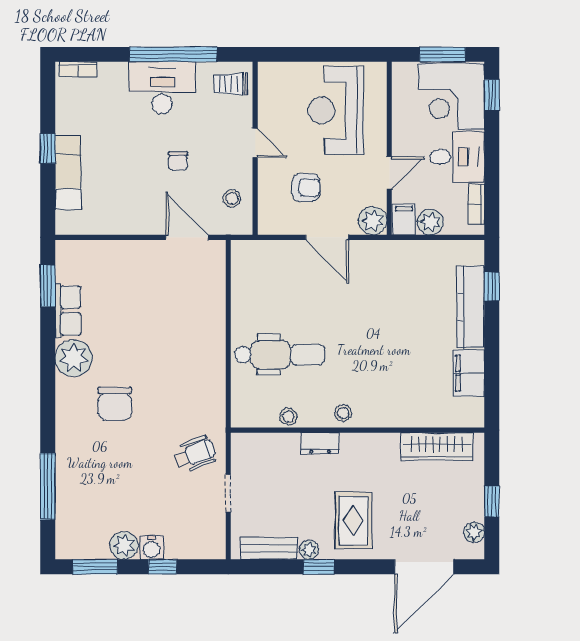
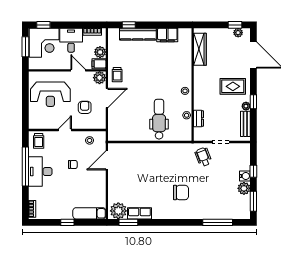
exam couch: (68, 173) -> (89, 213), moved
trolley: (380, 260) -> (117, 75), added
plant: (74, 358) -> (118, 211), moved
dresser: (320, 443) -> (198, 118), moved
window: (492, 502) -> (235, 25), moved

